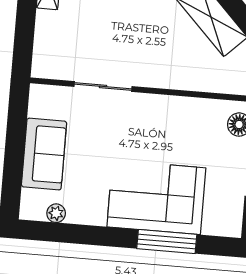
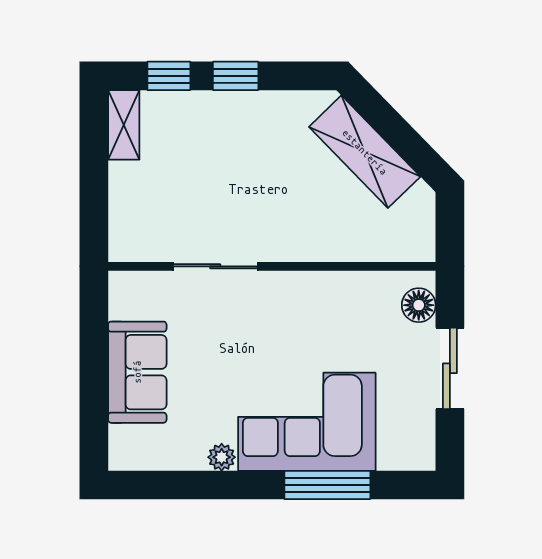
plant: (56, 213) -> (222, 457), moved

